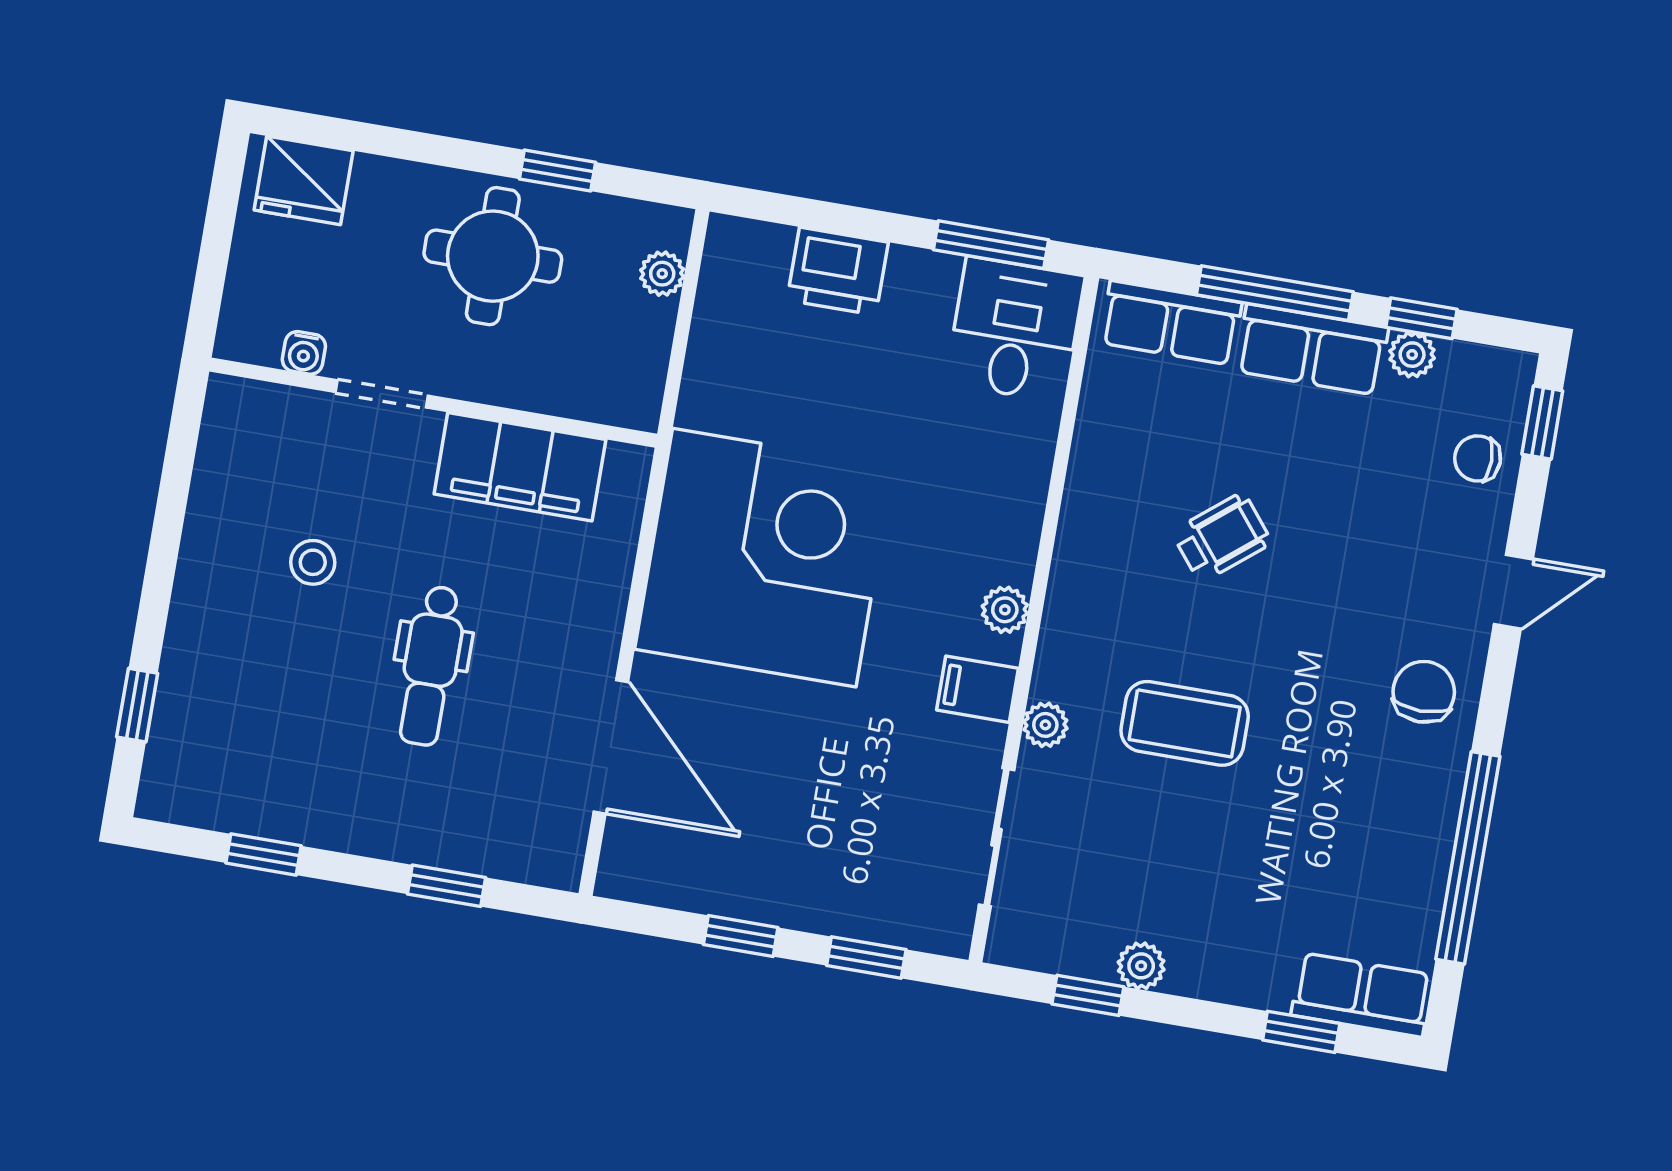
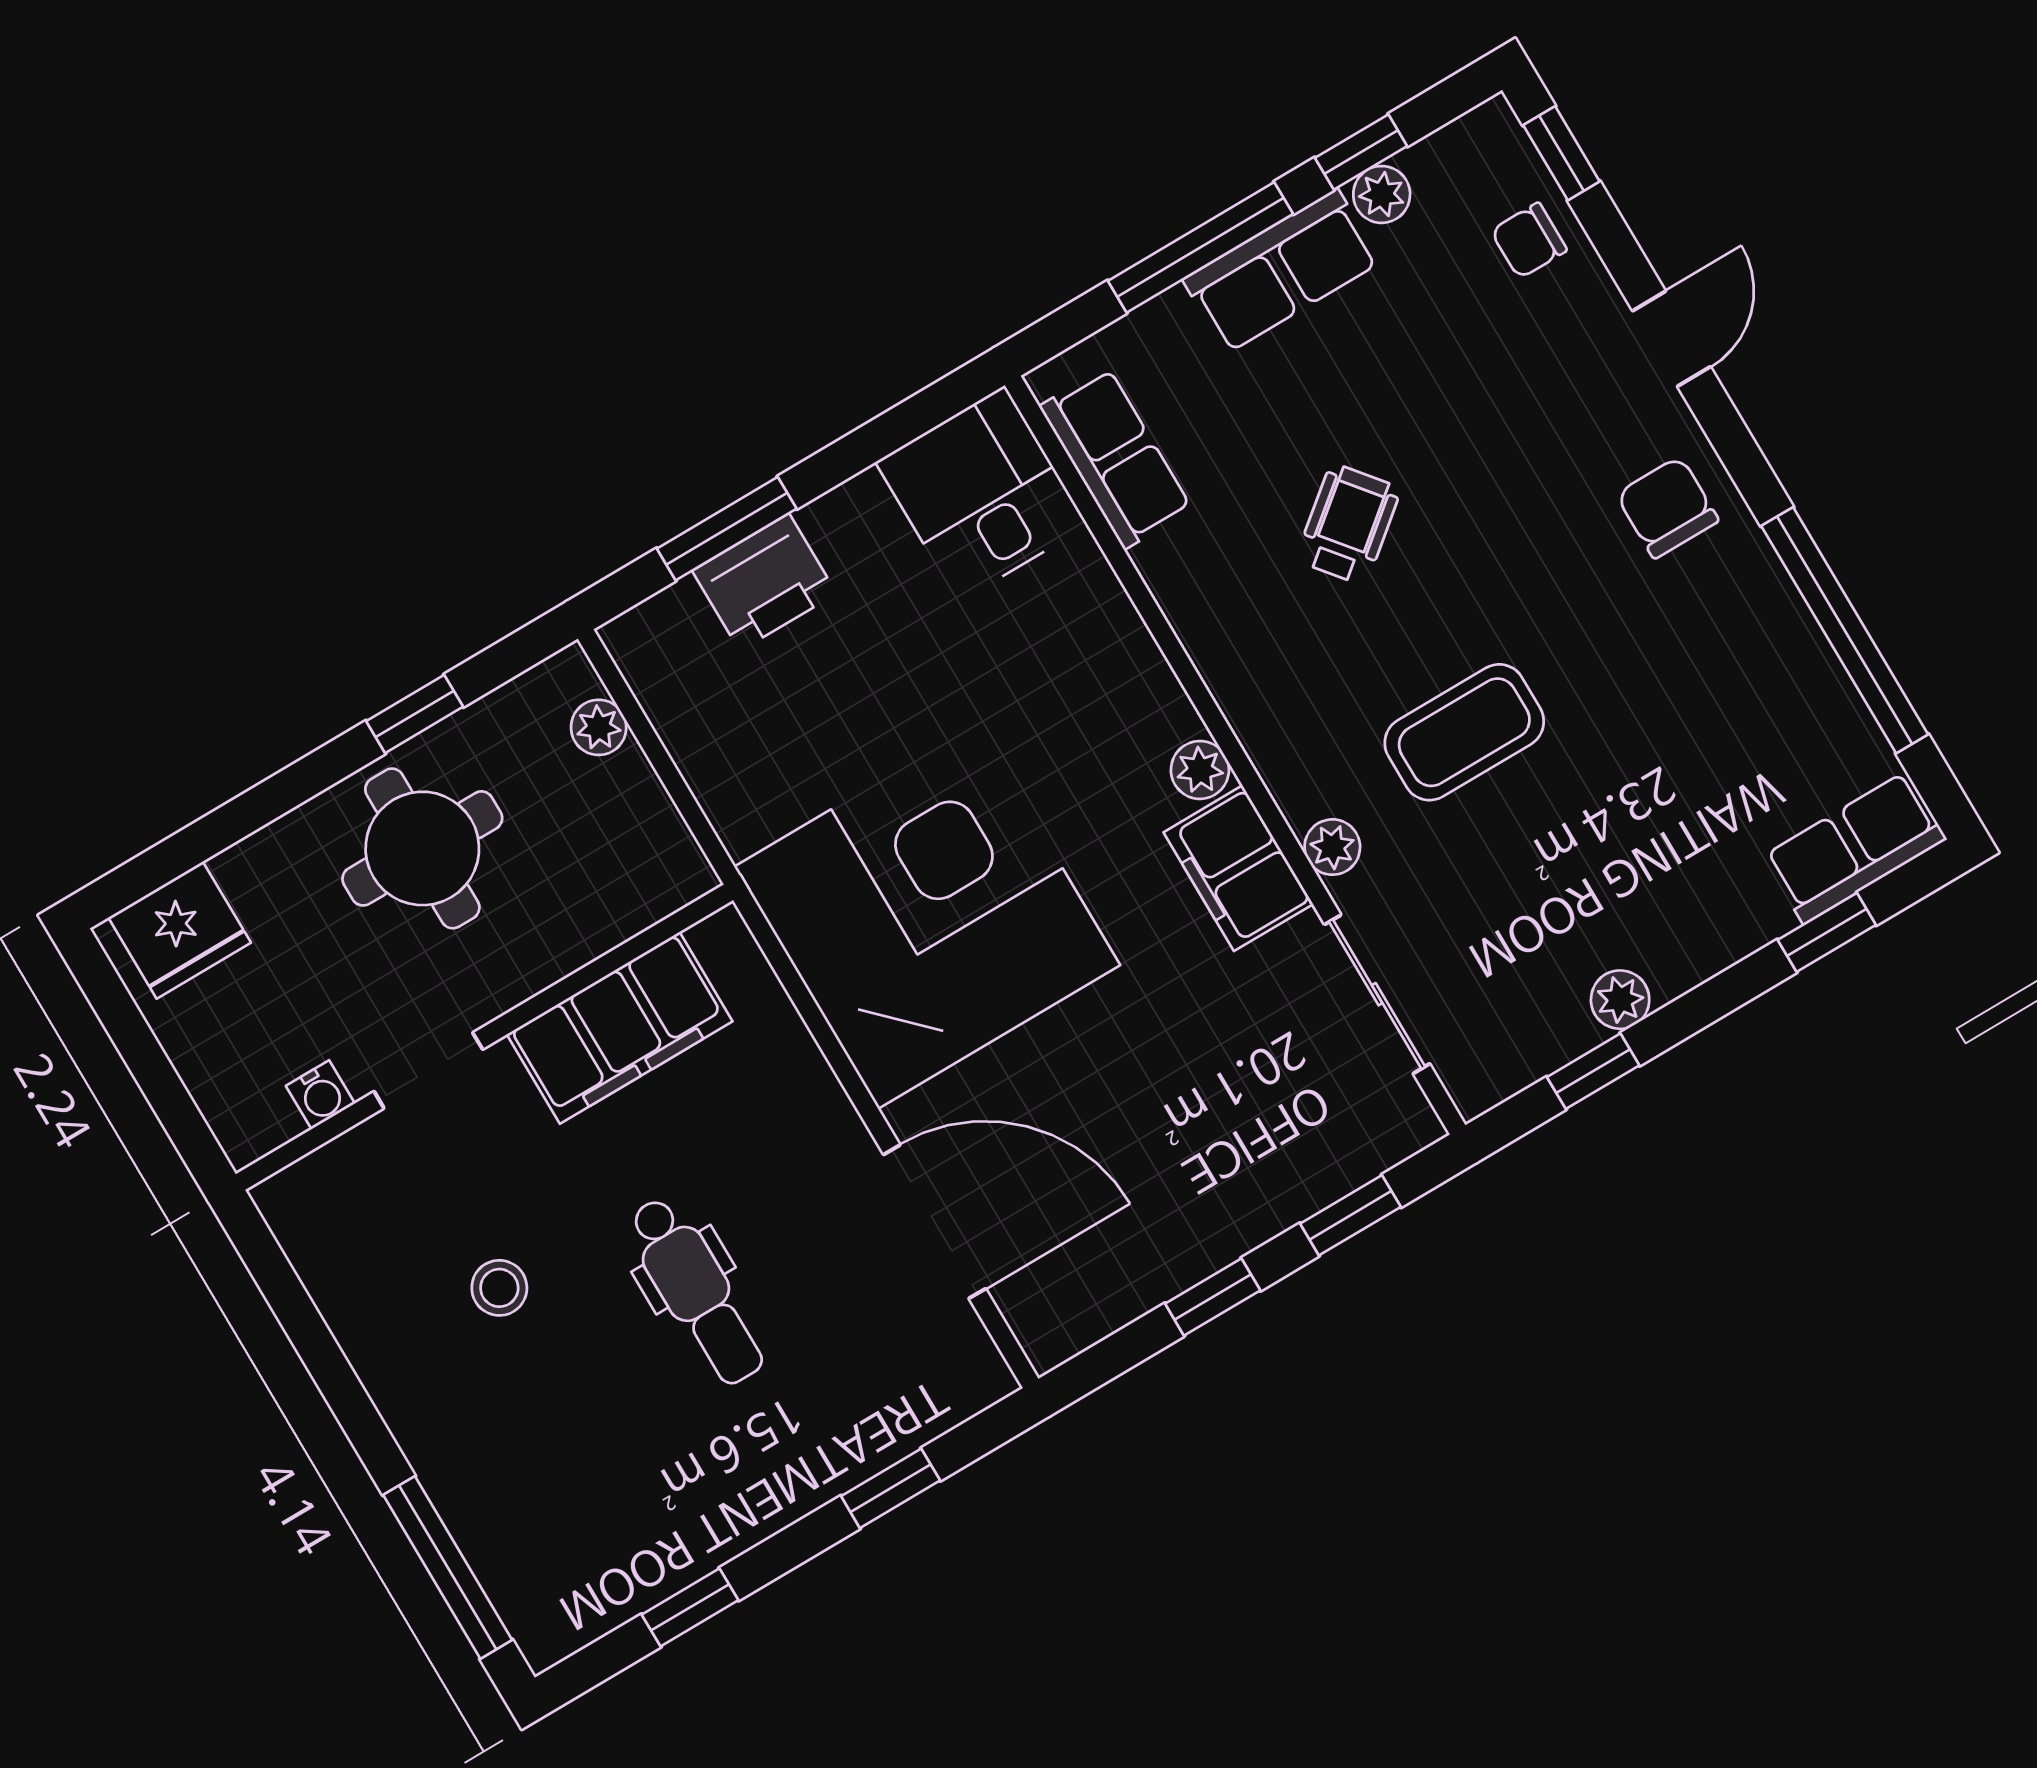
window: (991, 245) -> (727, 529), moved
row of seats: (1171, 323) -> (1116, 458), moved, turned -90
filing cabinet: (977, 689) -> (1238, 868), width x2.00
window: (137, 705) -> (448, 1567), width x2.17

